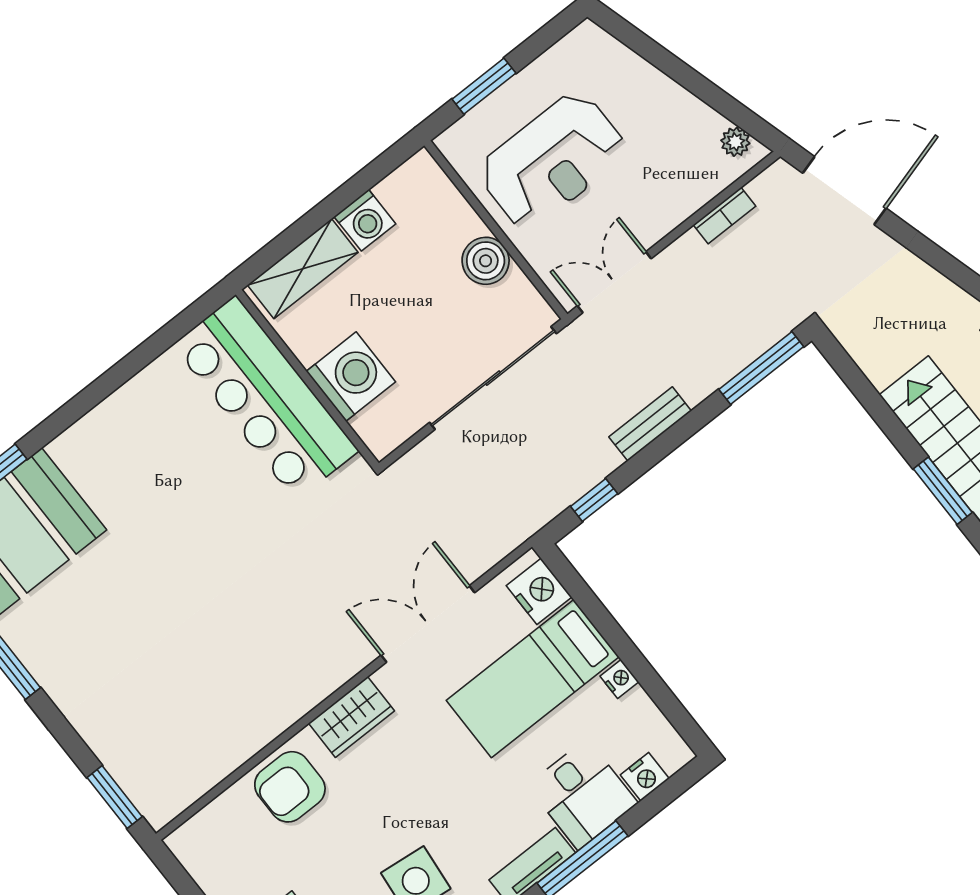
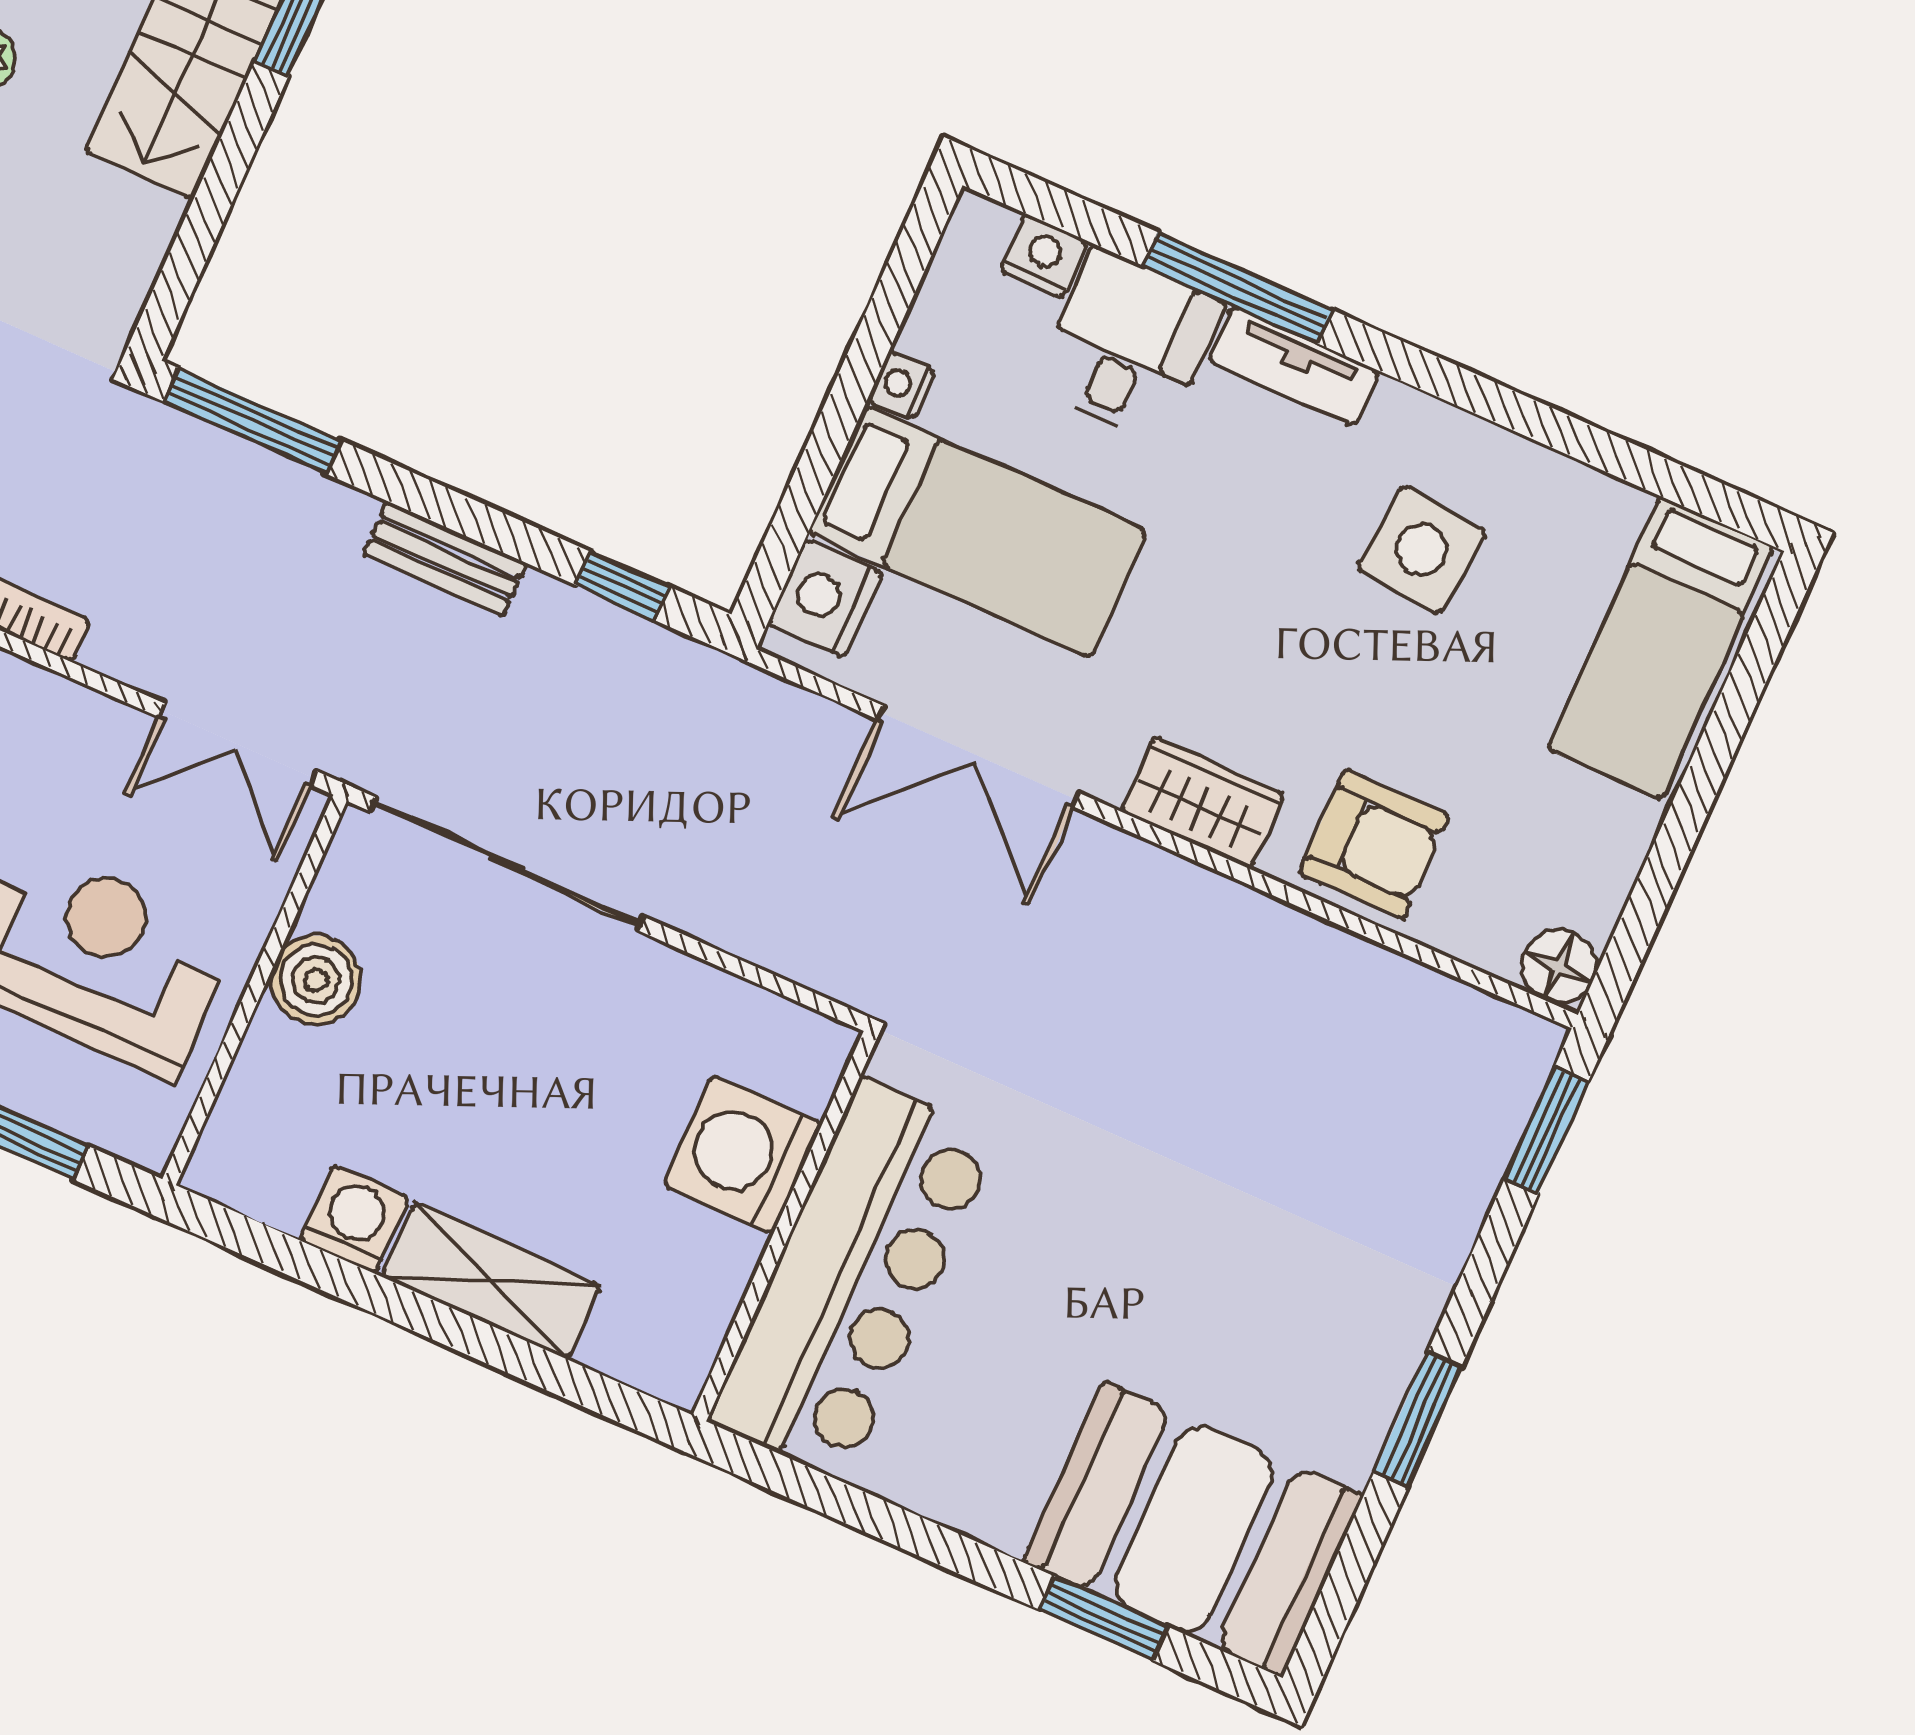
washing machine: (351, 377) -> (742, 1155), moved
wall: (307, 379) -> (785, 1226), moved
bar counter: (266, 398) -> (854, 1279), moved
floor lamp: (188, 843) -> (1559, 967), added

